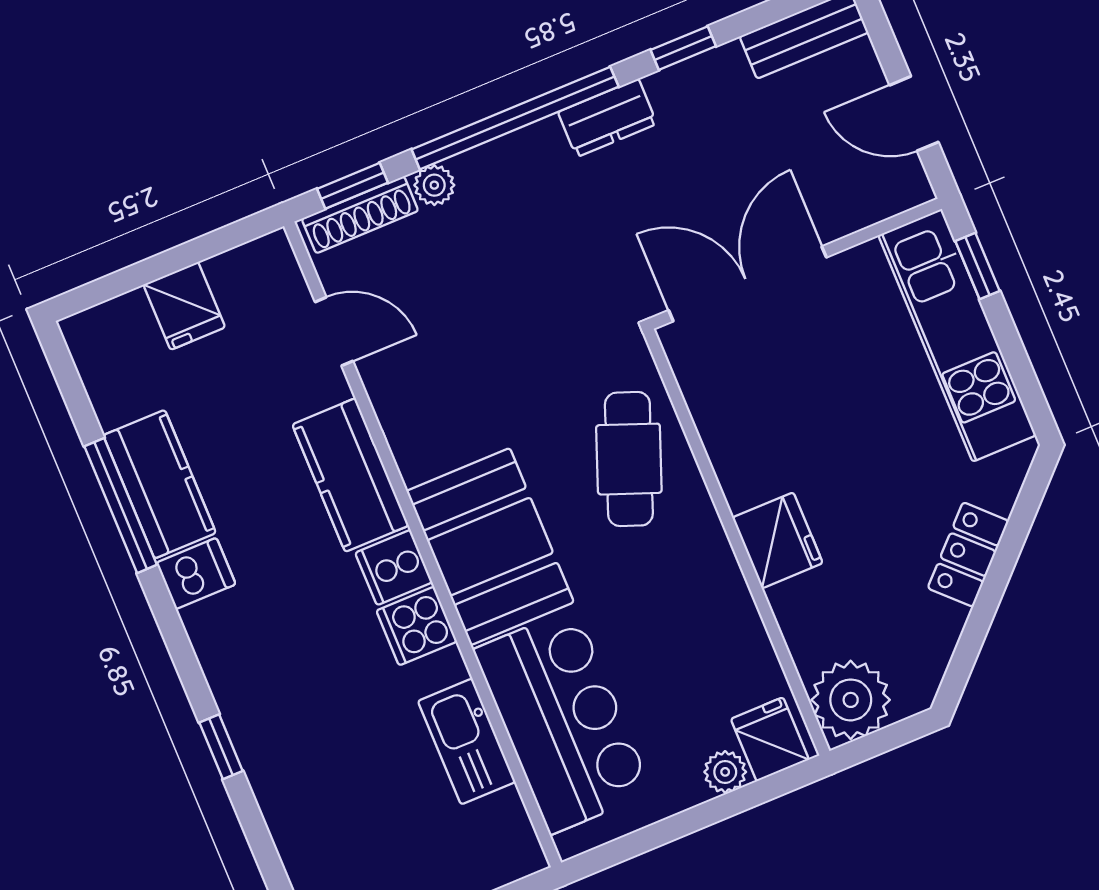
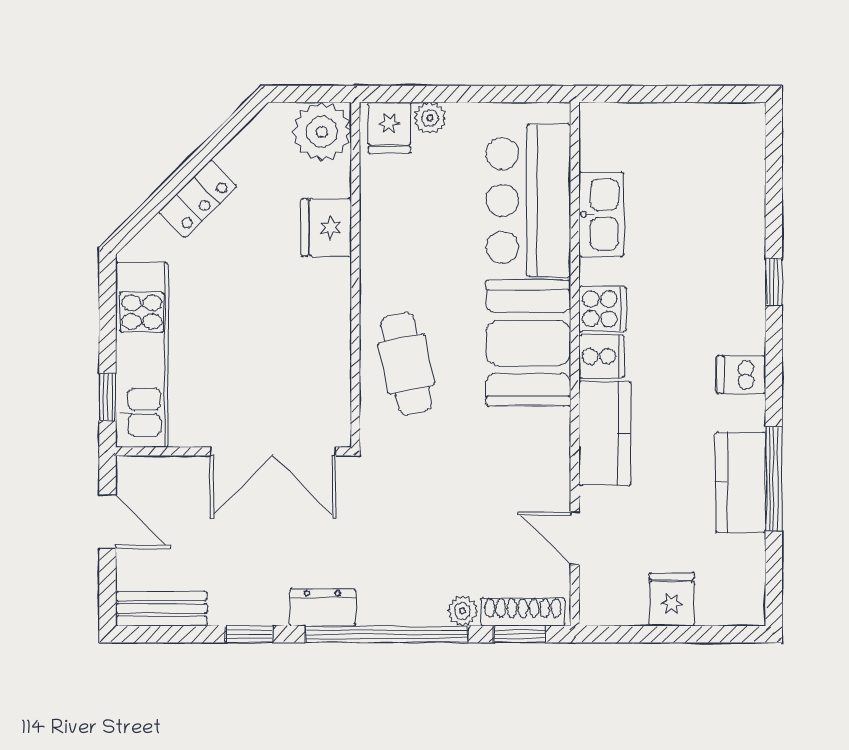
cafe table: (629, 459) -> (406, 364), turned -33
fridge: (778, 540) -> (326, 228), moved
dishwasher: (196, 574) -> (741, 375), moved

